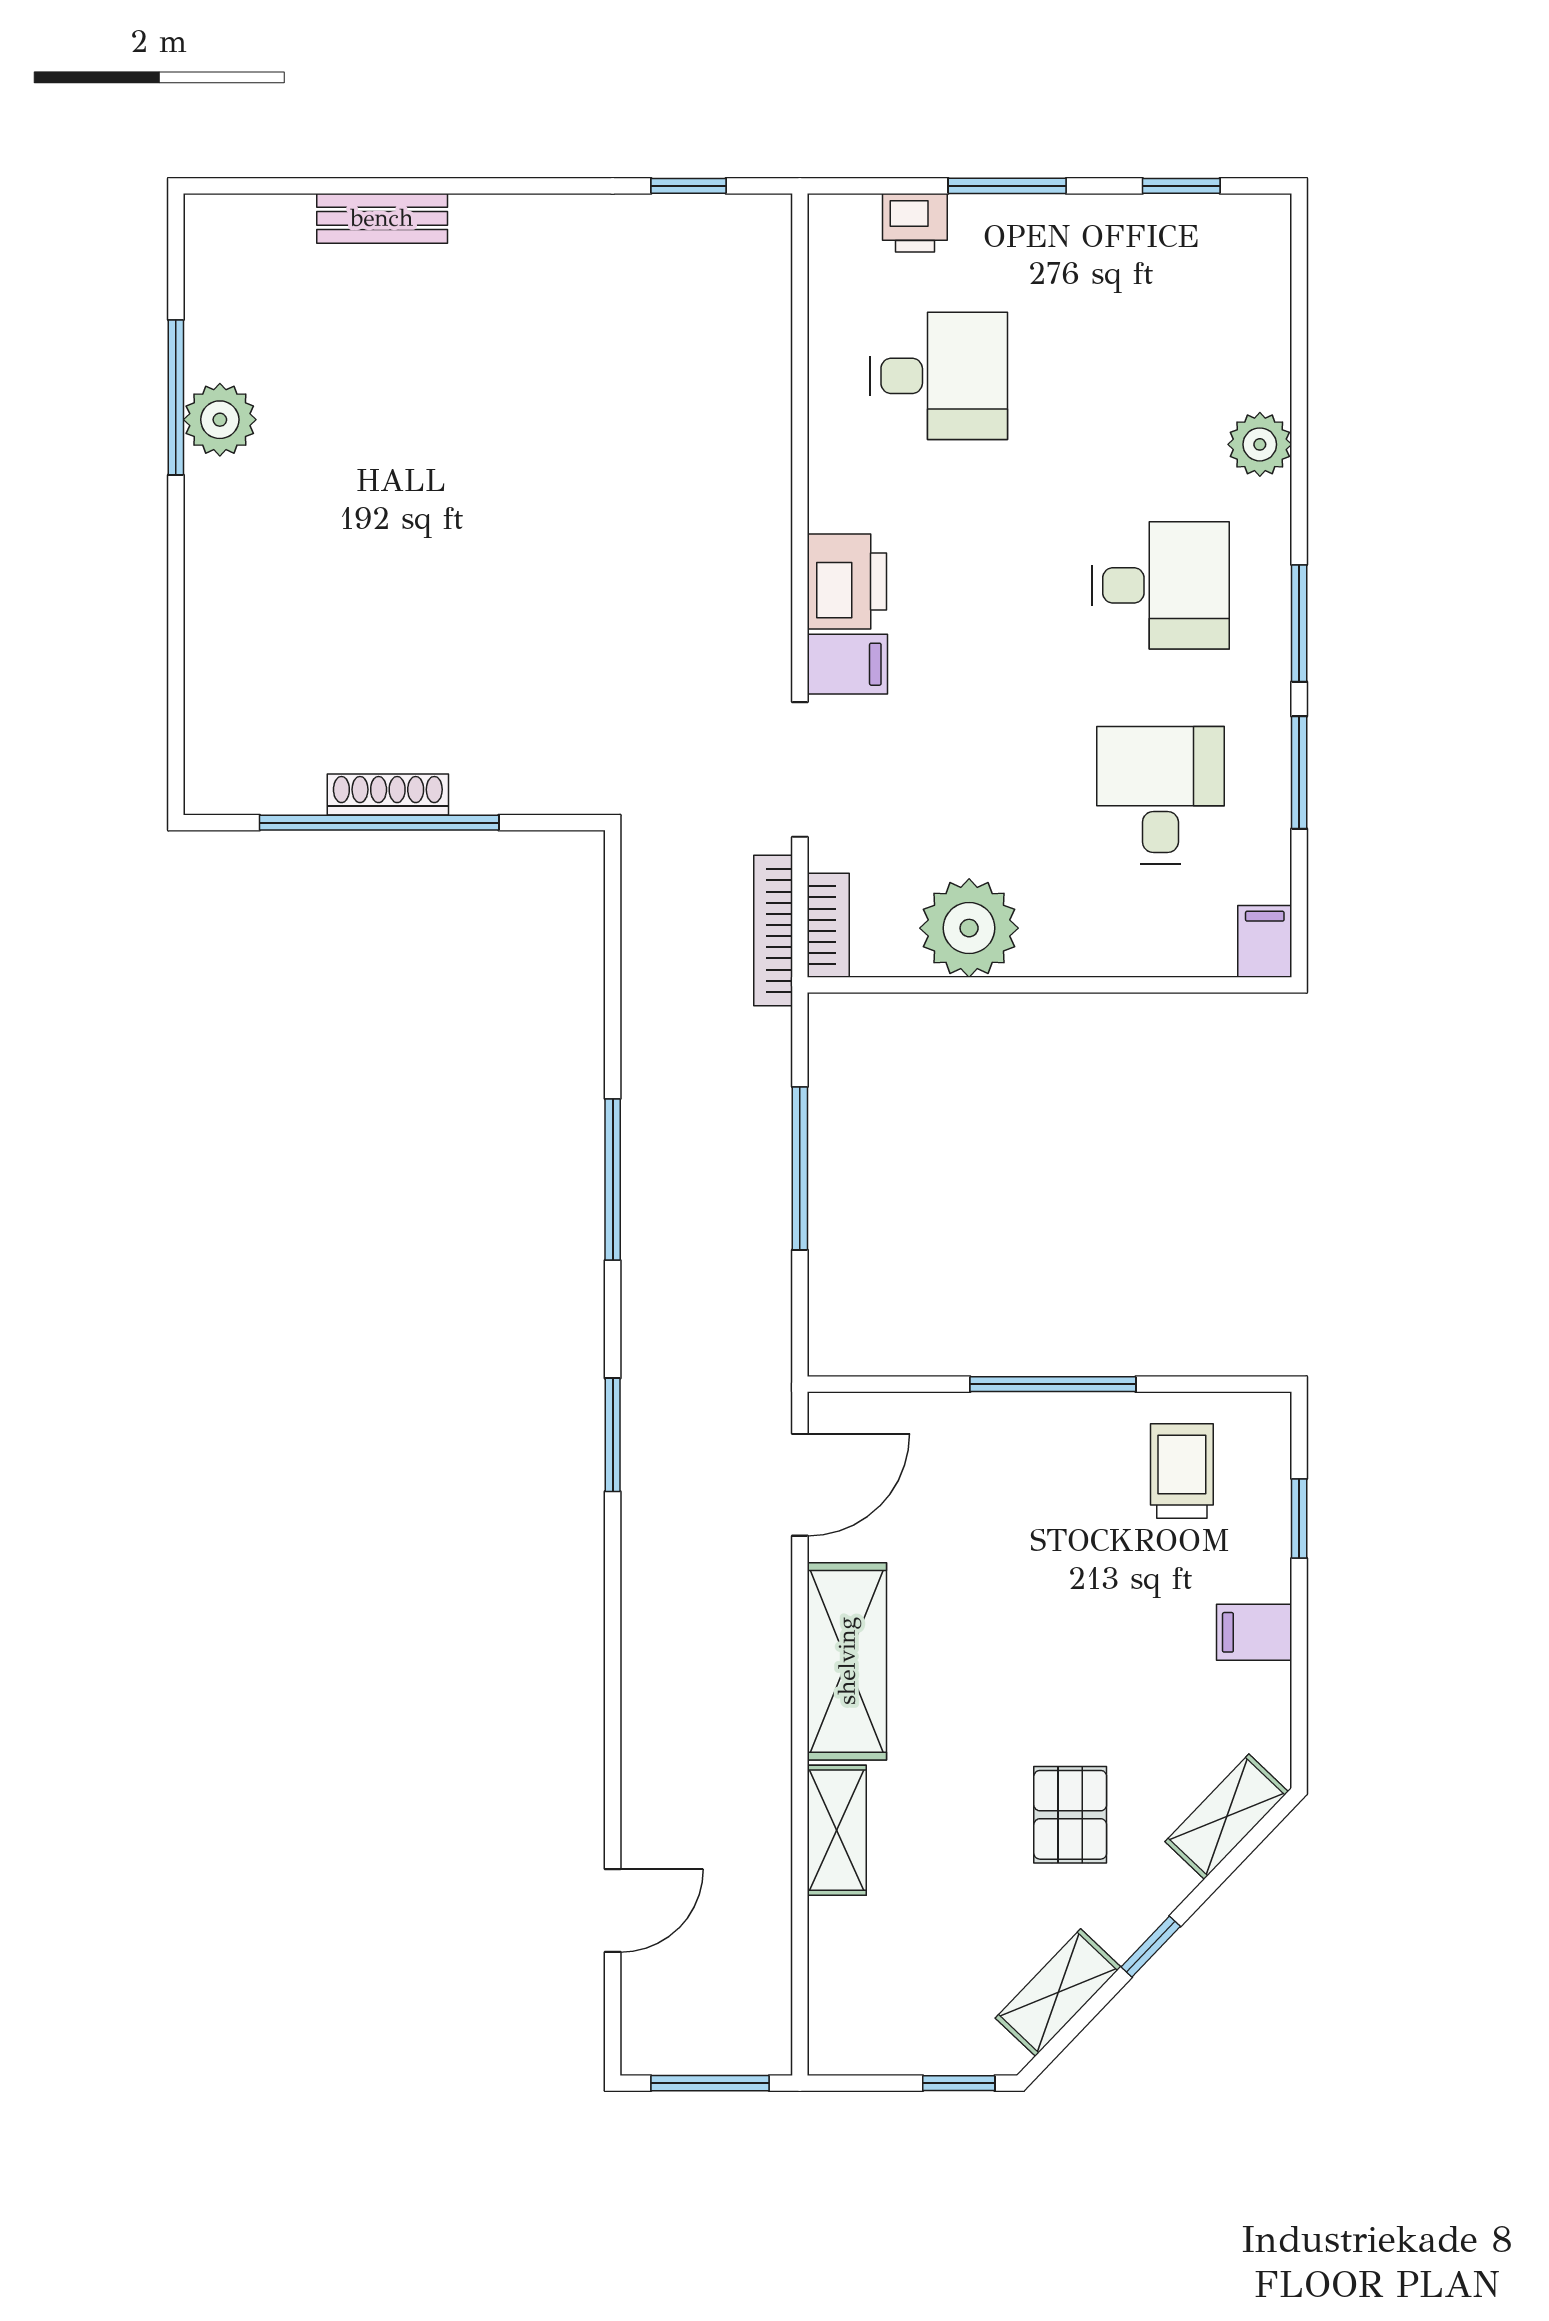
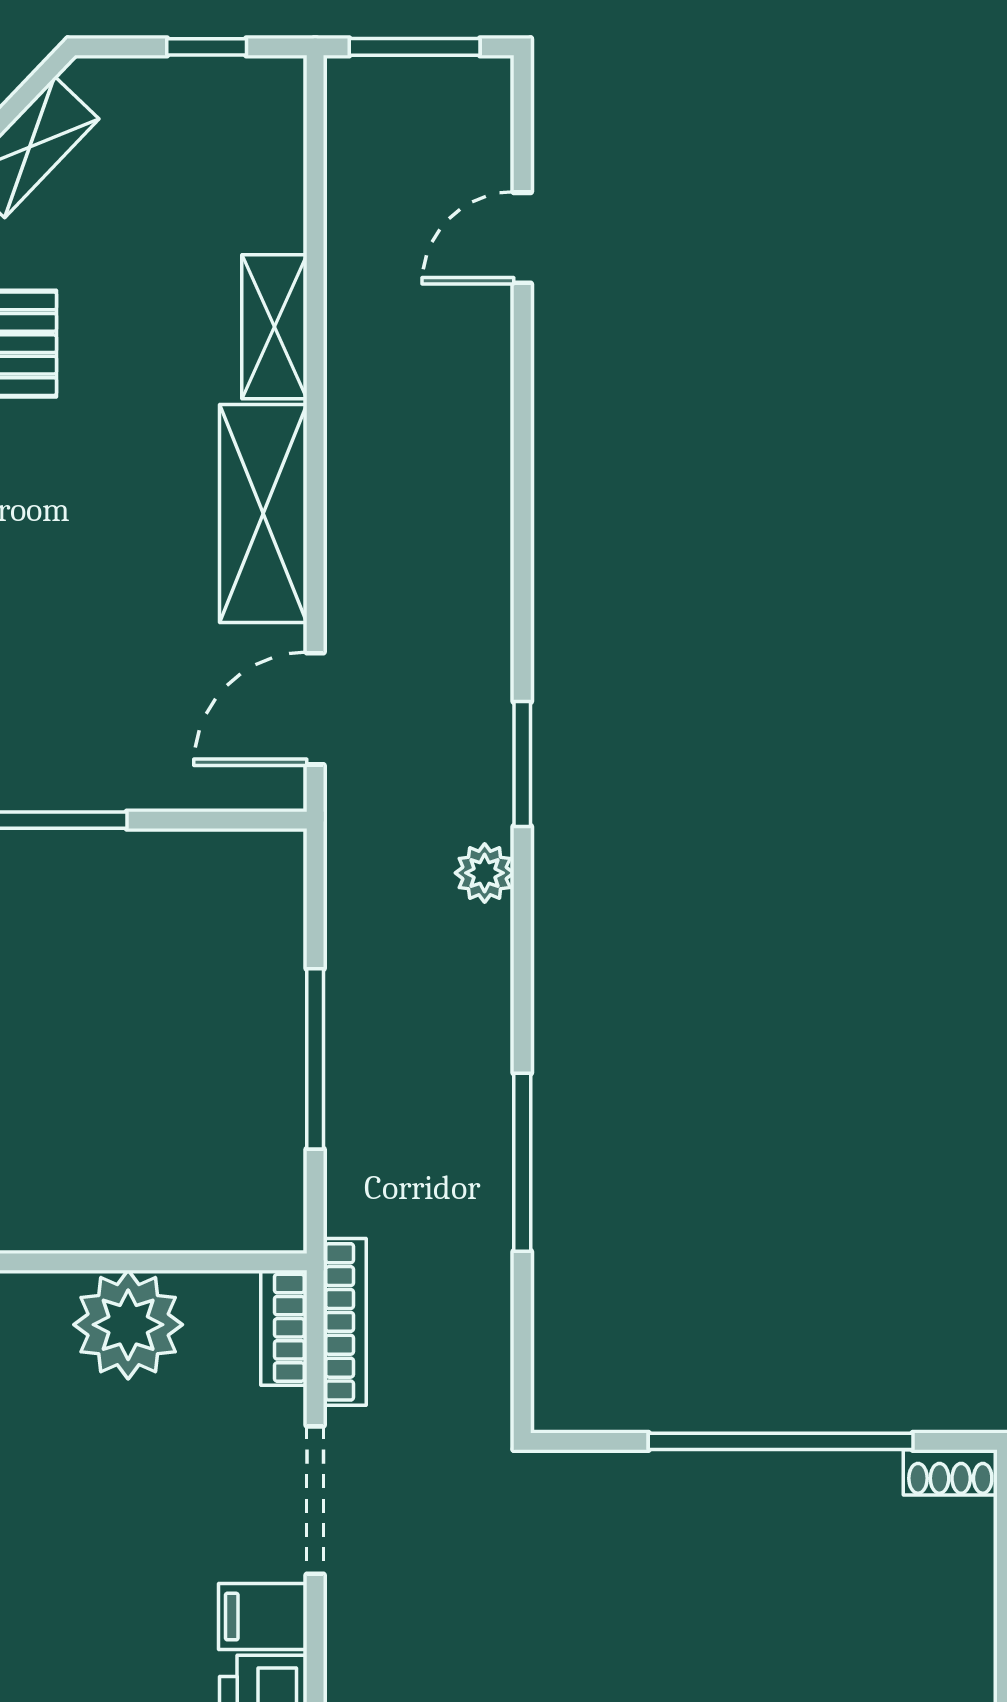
shoe rack: (388, 794) -> (950, 1472), moved, width x0.70
window: (613, 1180) -> (522, 1162), moved
plant: (647, 1336) -> (485, 873), added
window: (959, 2083) -> (207, 47), moved

